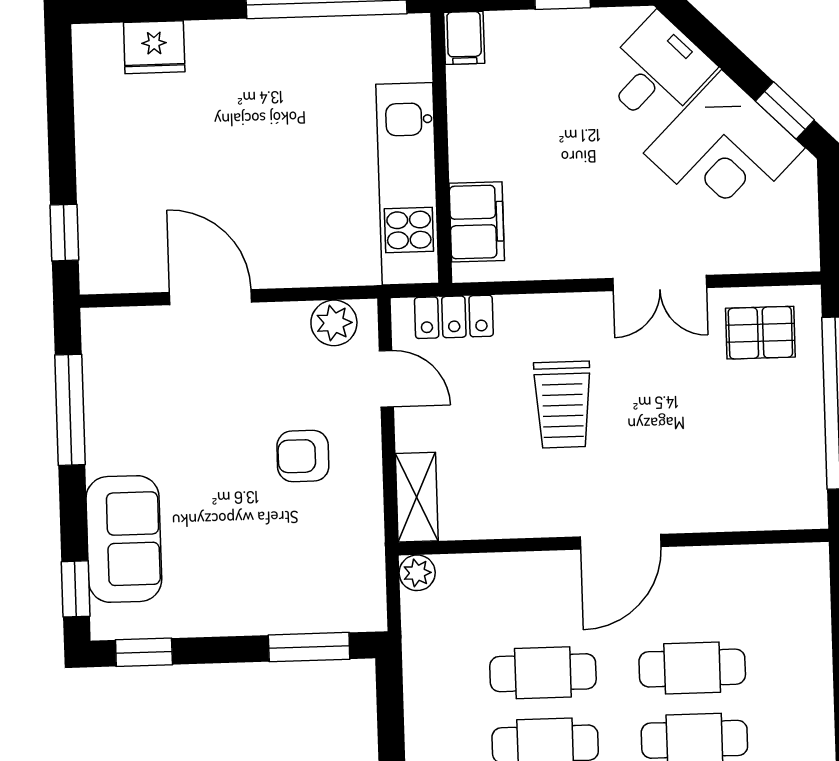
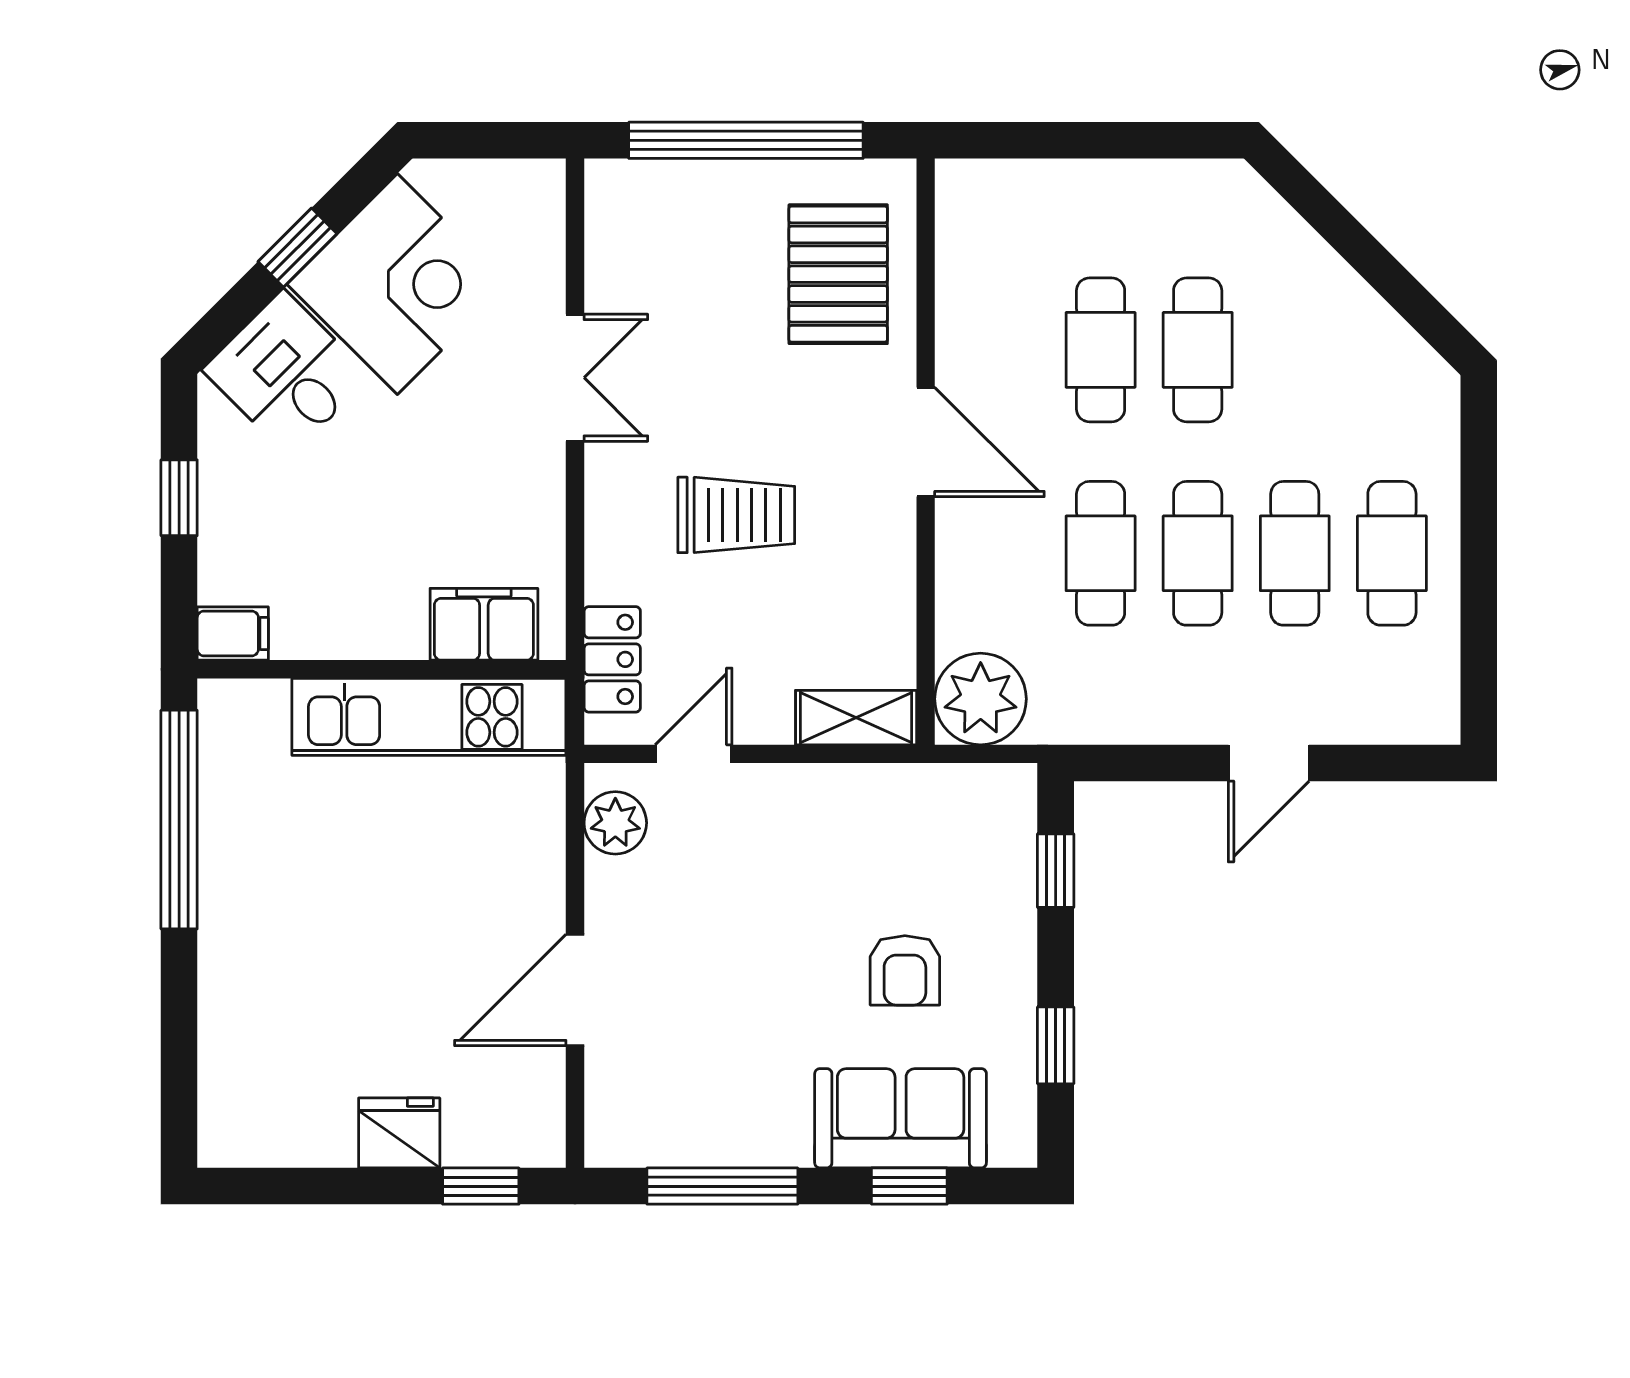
fridge: (154, 47) -> (399, 1133), moved, turned -90
window: (785, 110) -> (298, 248), moved
pallet: (760, 333) -> (838, 274), moved, width x1.50, depth x1.42
armchair: (303, 456) -> (905, 970), moved
plant: (417, 573) -> (981, 699), width x1.87, depth x1.87
window: (76, 589) -> (909, 1186), moved
window: (309, 647) -> (1056, 871), width x0.67
window: (144, 652) -> (1056, 1045), moved

